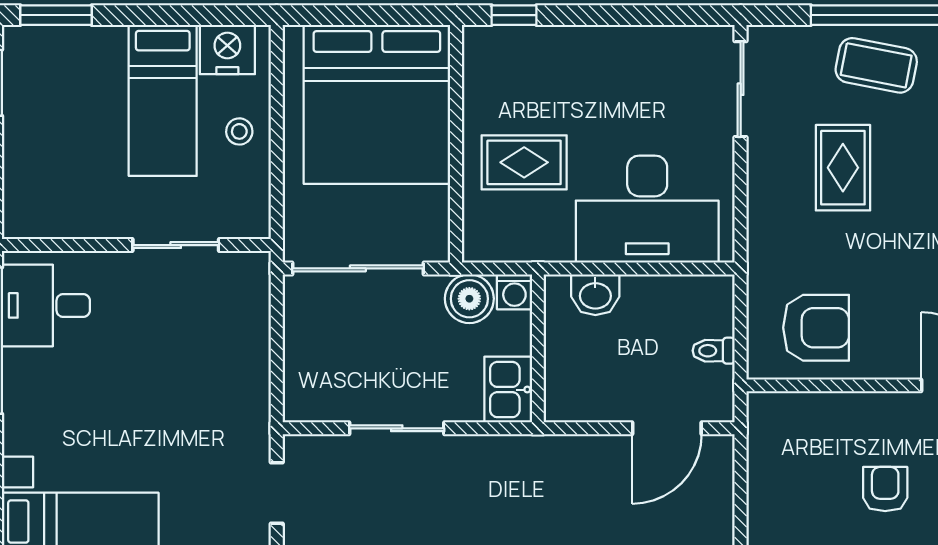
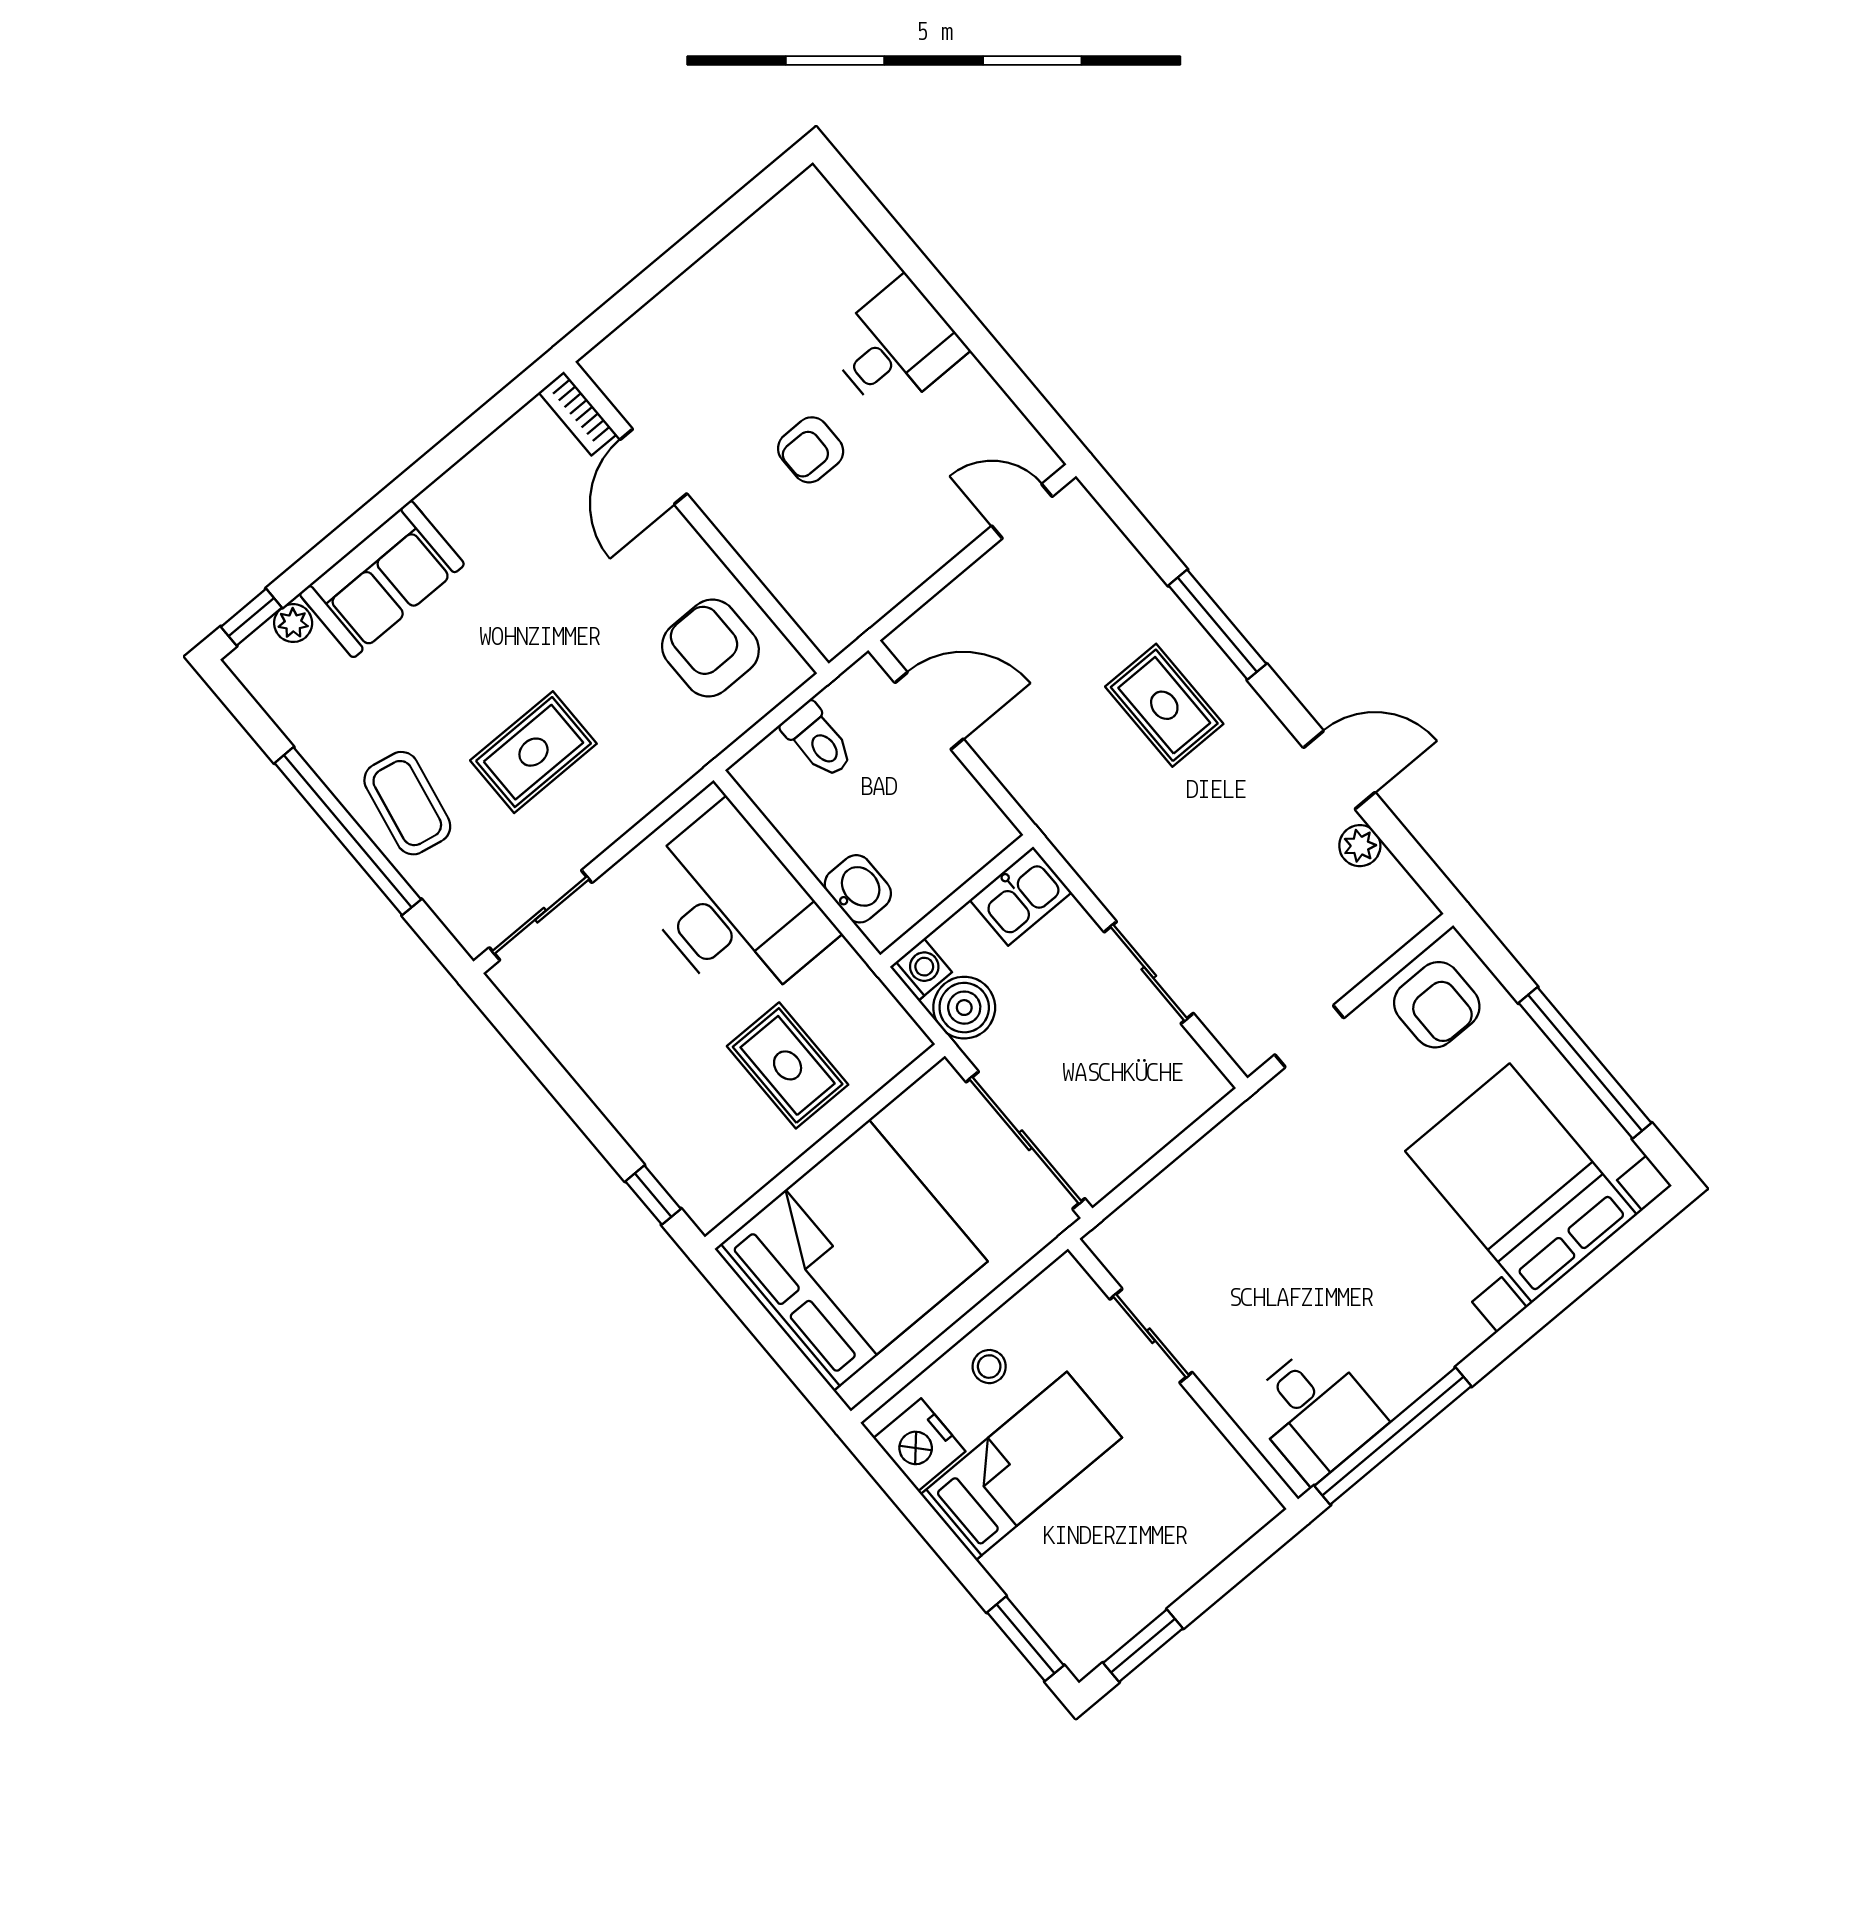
toilet: (714, 351) -> (818, 740), width x1.37, depth x1.39

